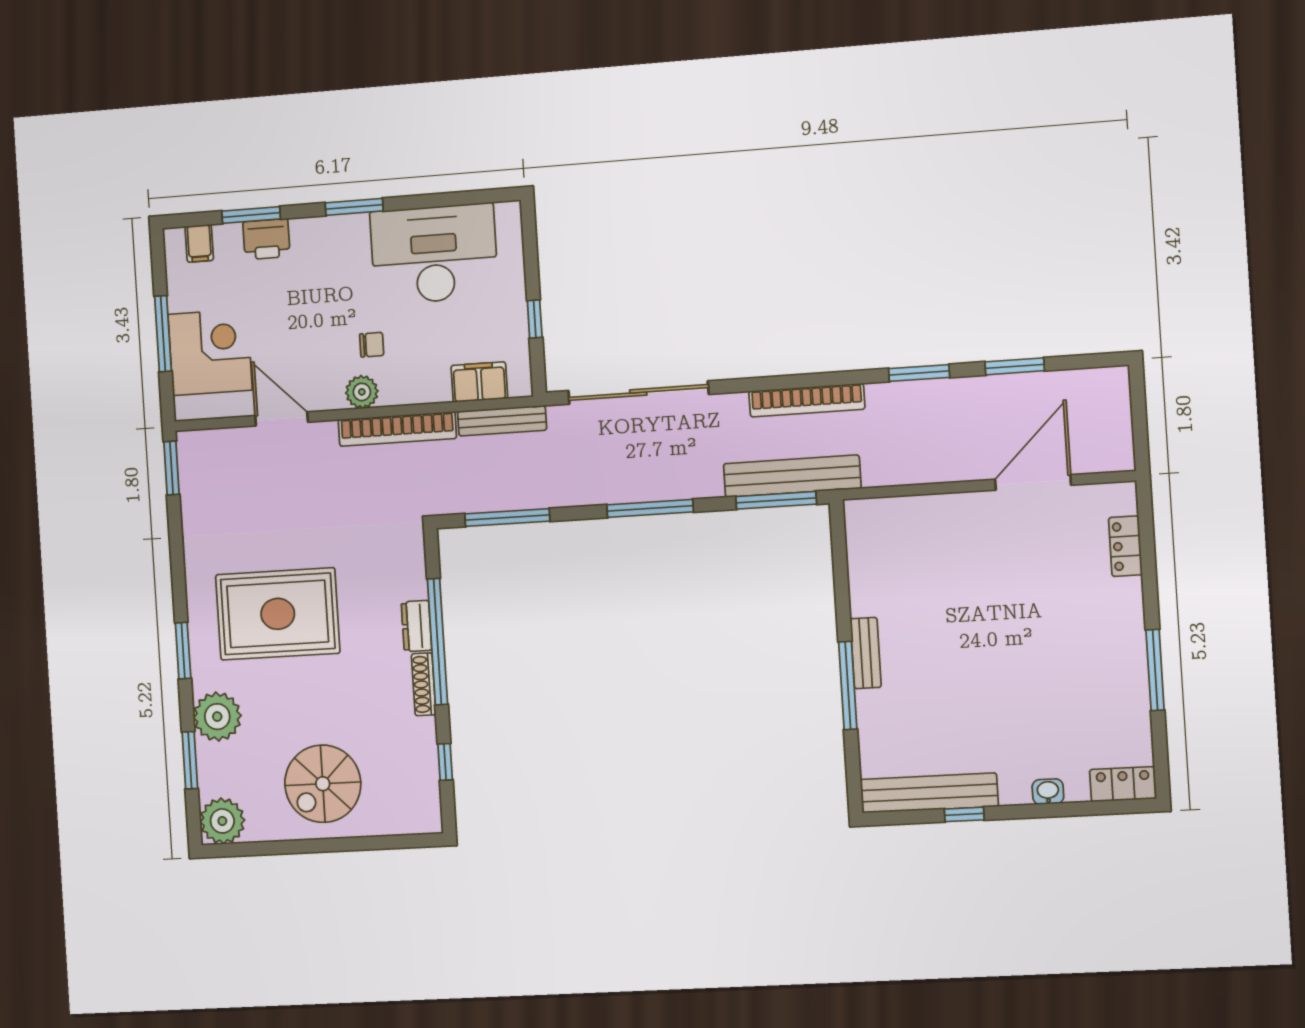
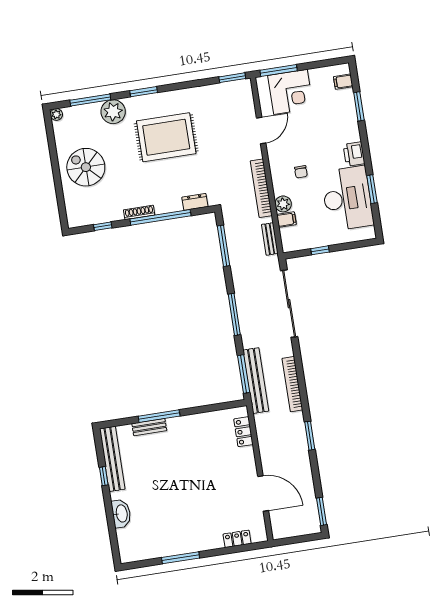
window: (354, 207) -> (372, 189), moved
printer: (266, 239) -> (354, 154), moved
window: (163, 334) -> (279, 71), moved
window: (1015, 366) -> (322, 511), moved
filing cabinet: (479, 382) -> (286, 220), width x0.50
plant: (362, 392) -> (283, 204), moved
bench: (502, 421) -> (270, 239), width x0.73
rug: (278, 614) -> (166, 137), turned 90
dresser: (416, 626) -> (195, 202), moved
bench: (866, 653) -> (149, 427), moved
window: (190, 760) -> (90, 100), width x1.44
locker: (1123, 784) -> (243, 432), moved, turned 180
washbasin: (1048, 792) -> (121, 514), width x1.91, depth x1.45
plant: (222, 821) -> (56, 114), width x0.53, depth x0.53

